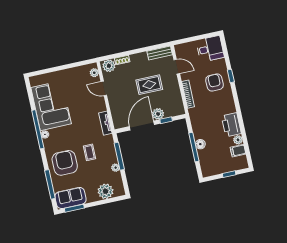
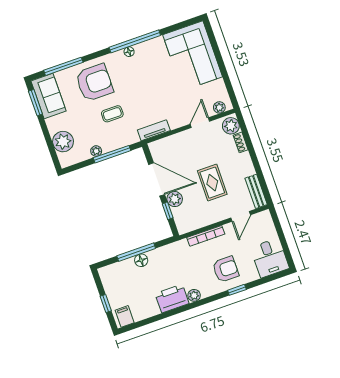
corner sofa: (51, 106) -> (193, 56), moved, turned 90
plant: (238, 140) -> (194, 295), moved
filing cabinet: (238, 151) -> (125, 316), moved

